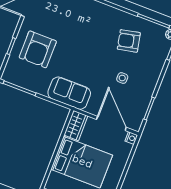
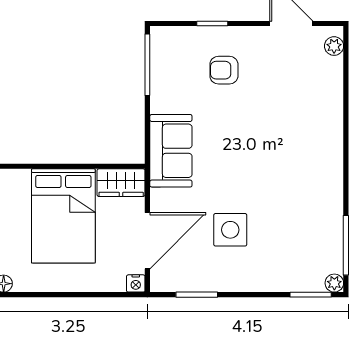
armchair: (129, 41) -> (297, 217), removed
armchair: (38, 49) -> (224, 70), width x0.53, depth x0.53
side table: (122, 78) -> (230, 230), width x1.87, depth x1.87

